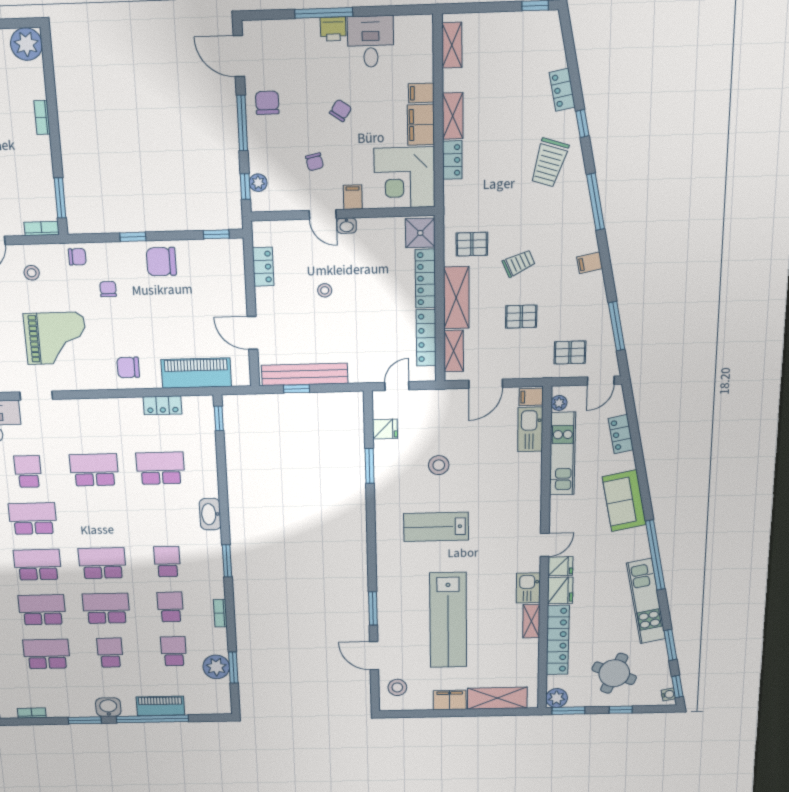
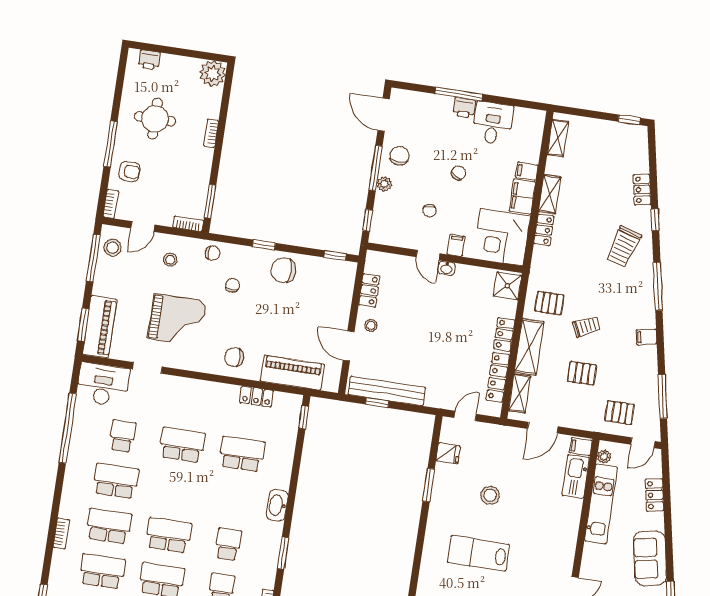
plant: (258, 183) -> (384, 184), moved
locker: (425, 279) -> (504, 334), width x0.66
stool: (325, 290) -> (371, 325), moved

